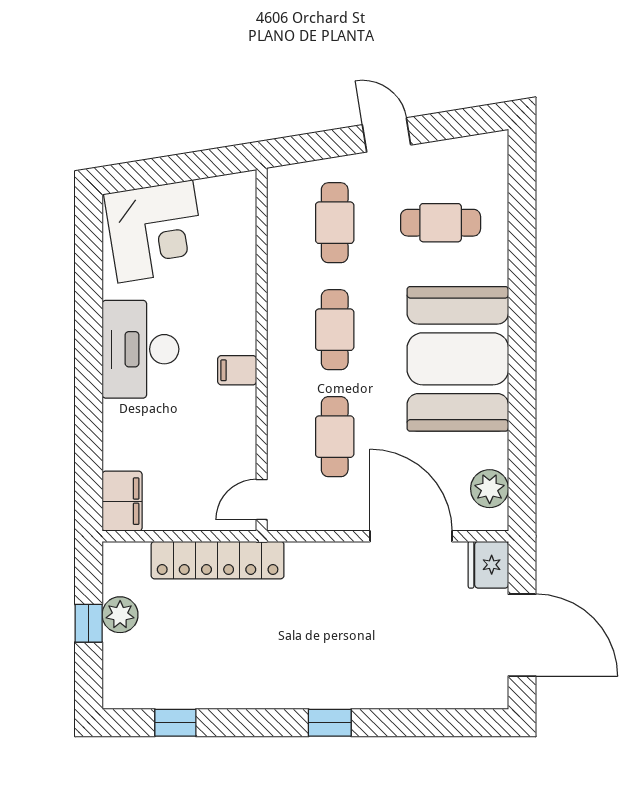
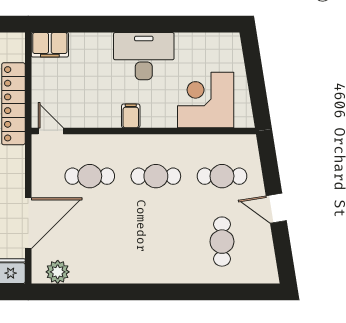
door: (387, 135) -> (276, 208), swing flipped
corner desk: (155, 231) -> (206, 100), moved, turned 99
booth: (458, 359) -> (138, 252), removed

